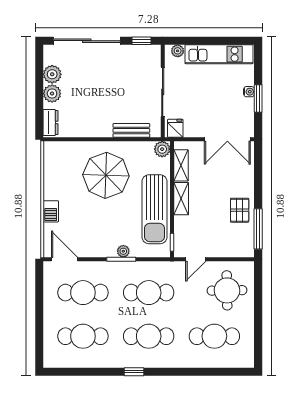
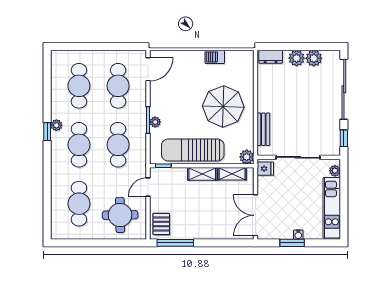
pallet: (240, 210) -> (161, 224), moved, turned 90
barbecue: (51, 211) -> (215, 57), moved
door: (196, 259) -> (148, 187), hinge flipped
plant: (127, 361) -> (56, 125), added

